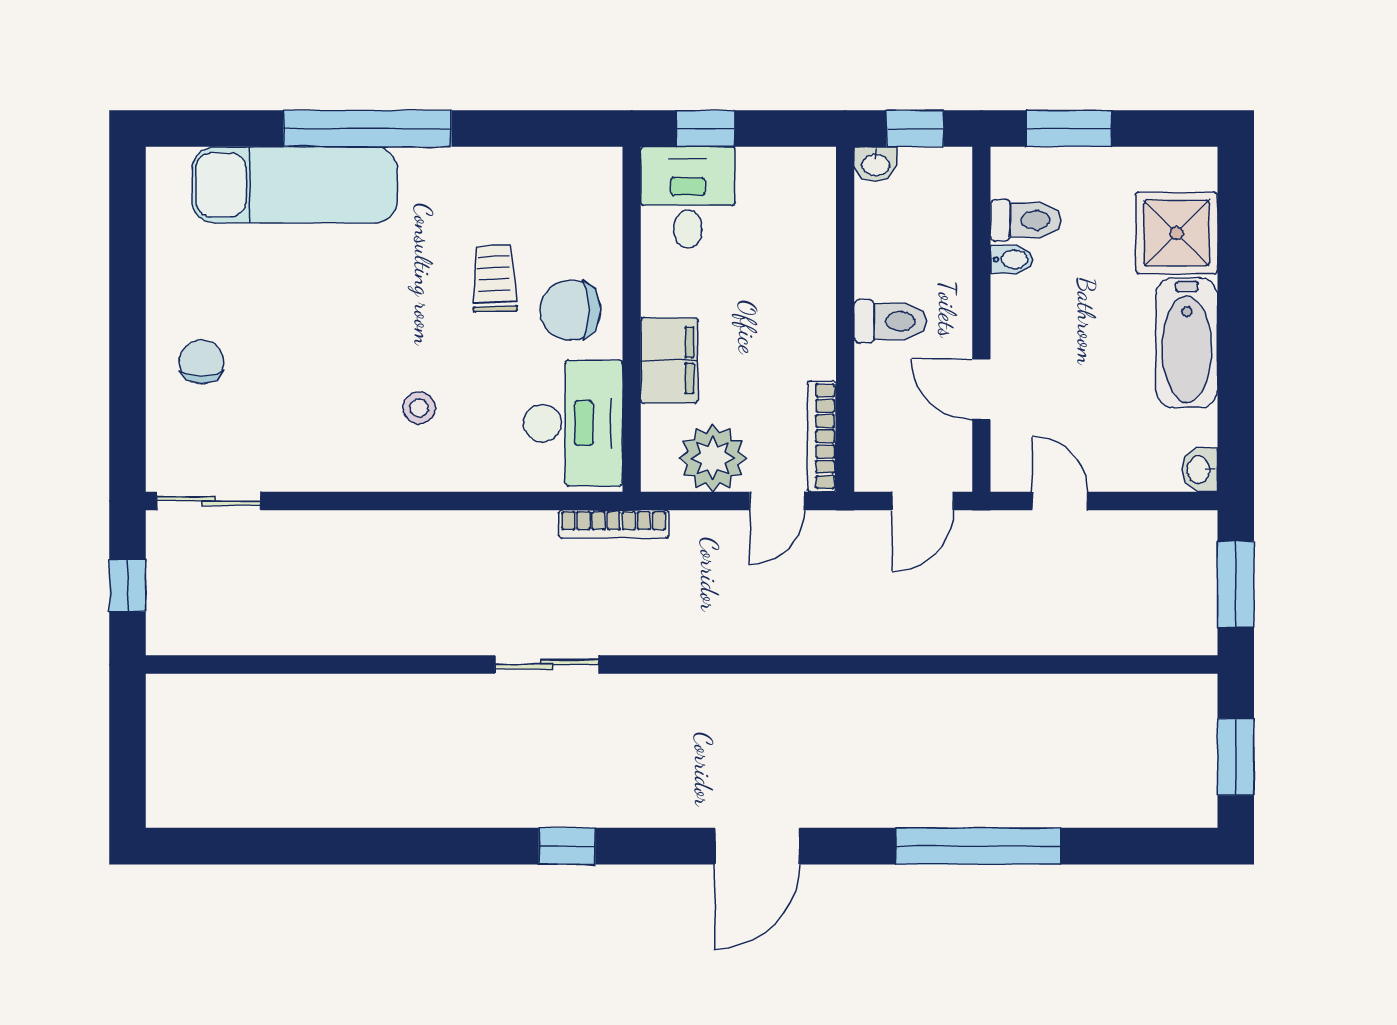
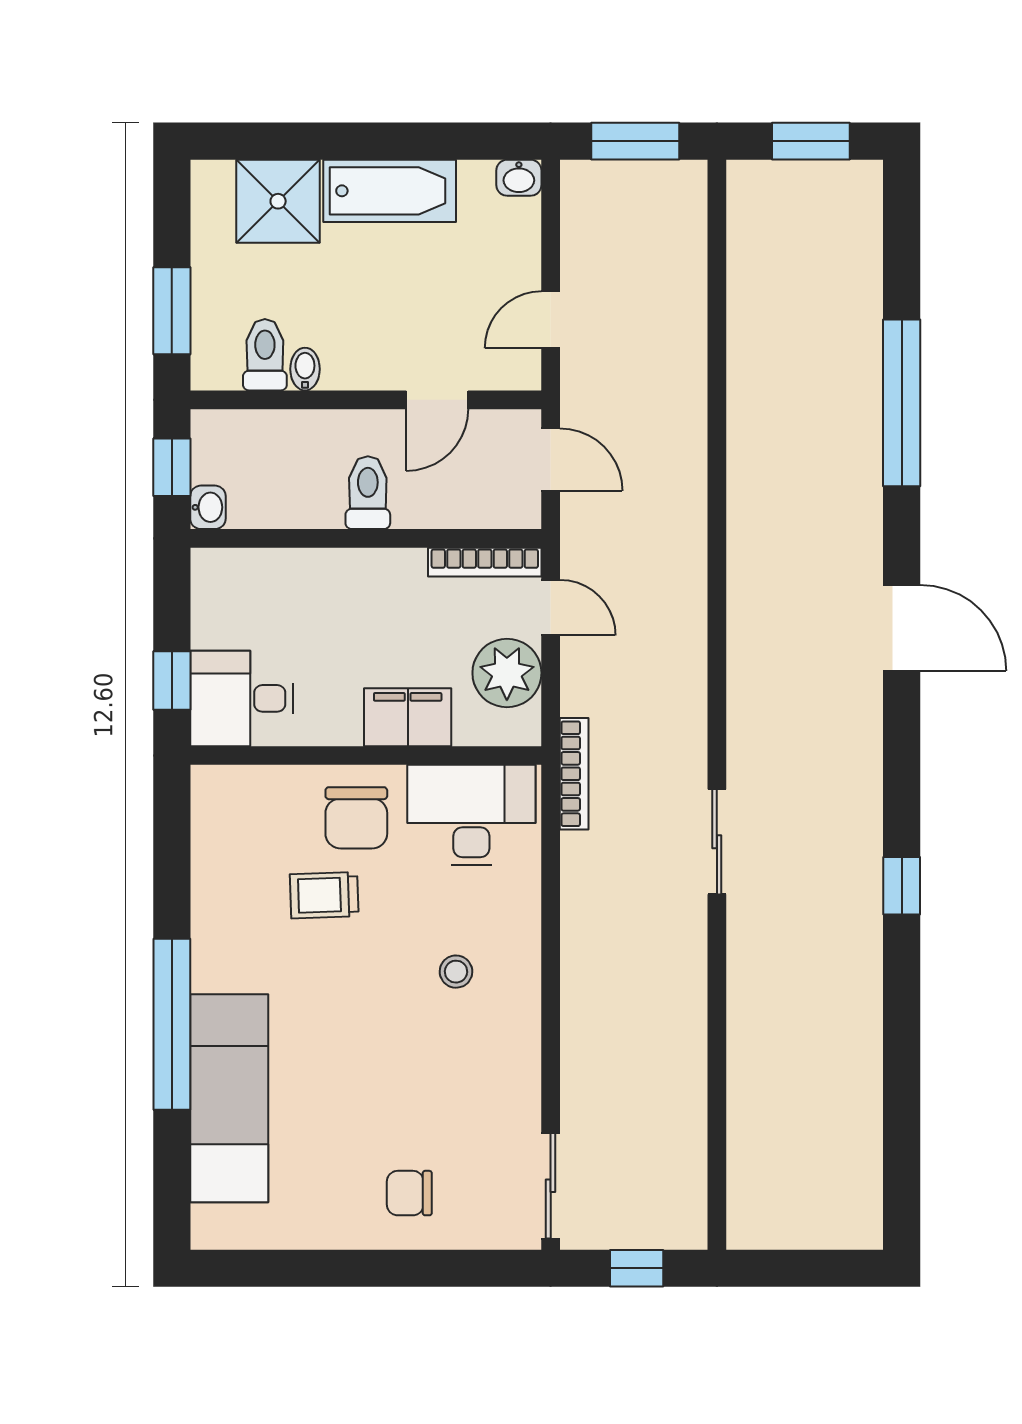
window: (567, 846) -> (902, 886), moved

